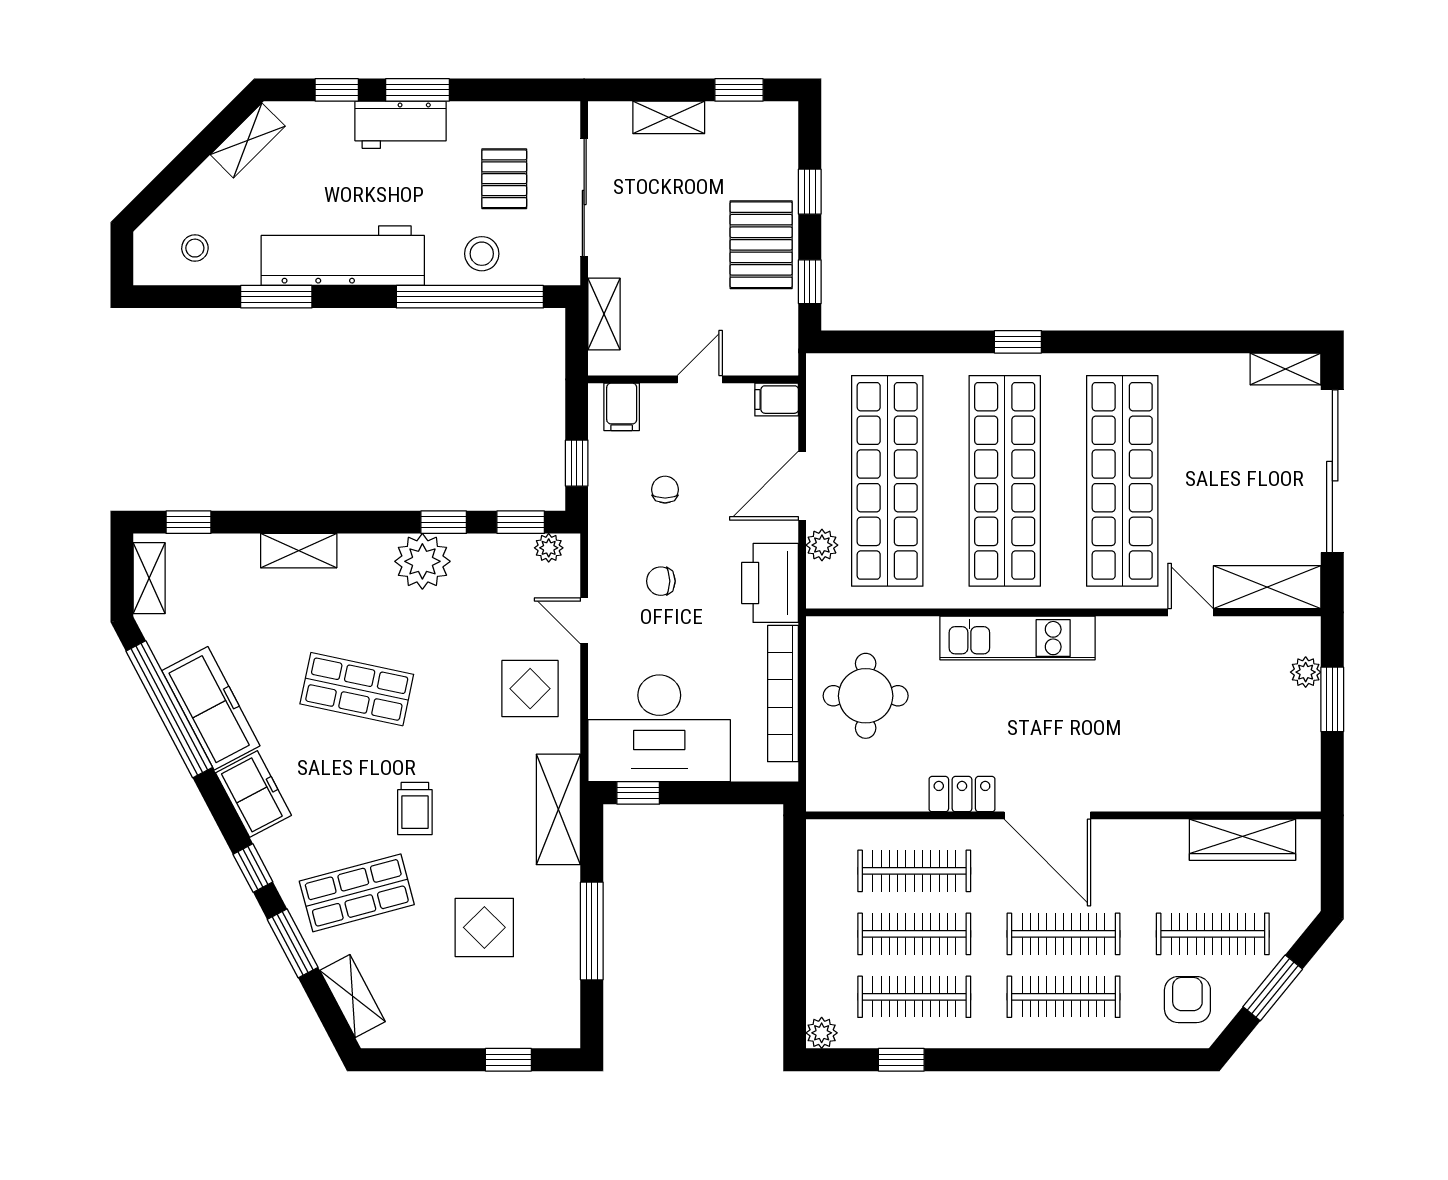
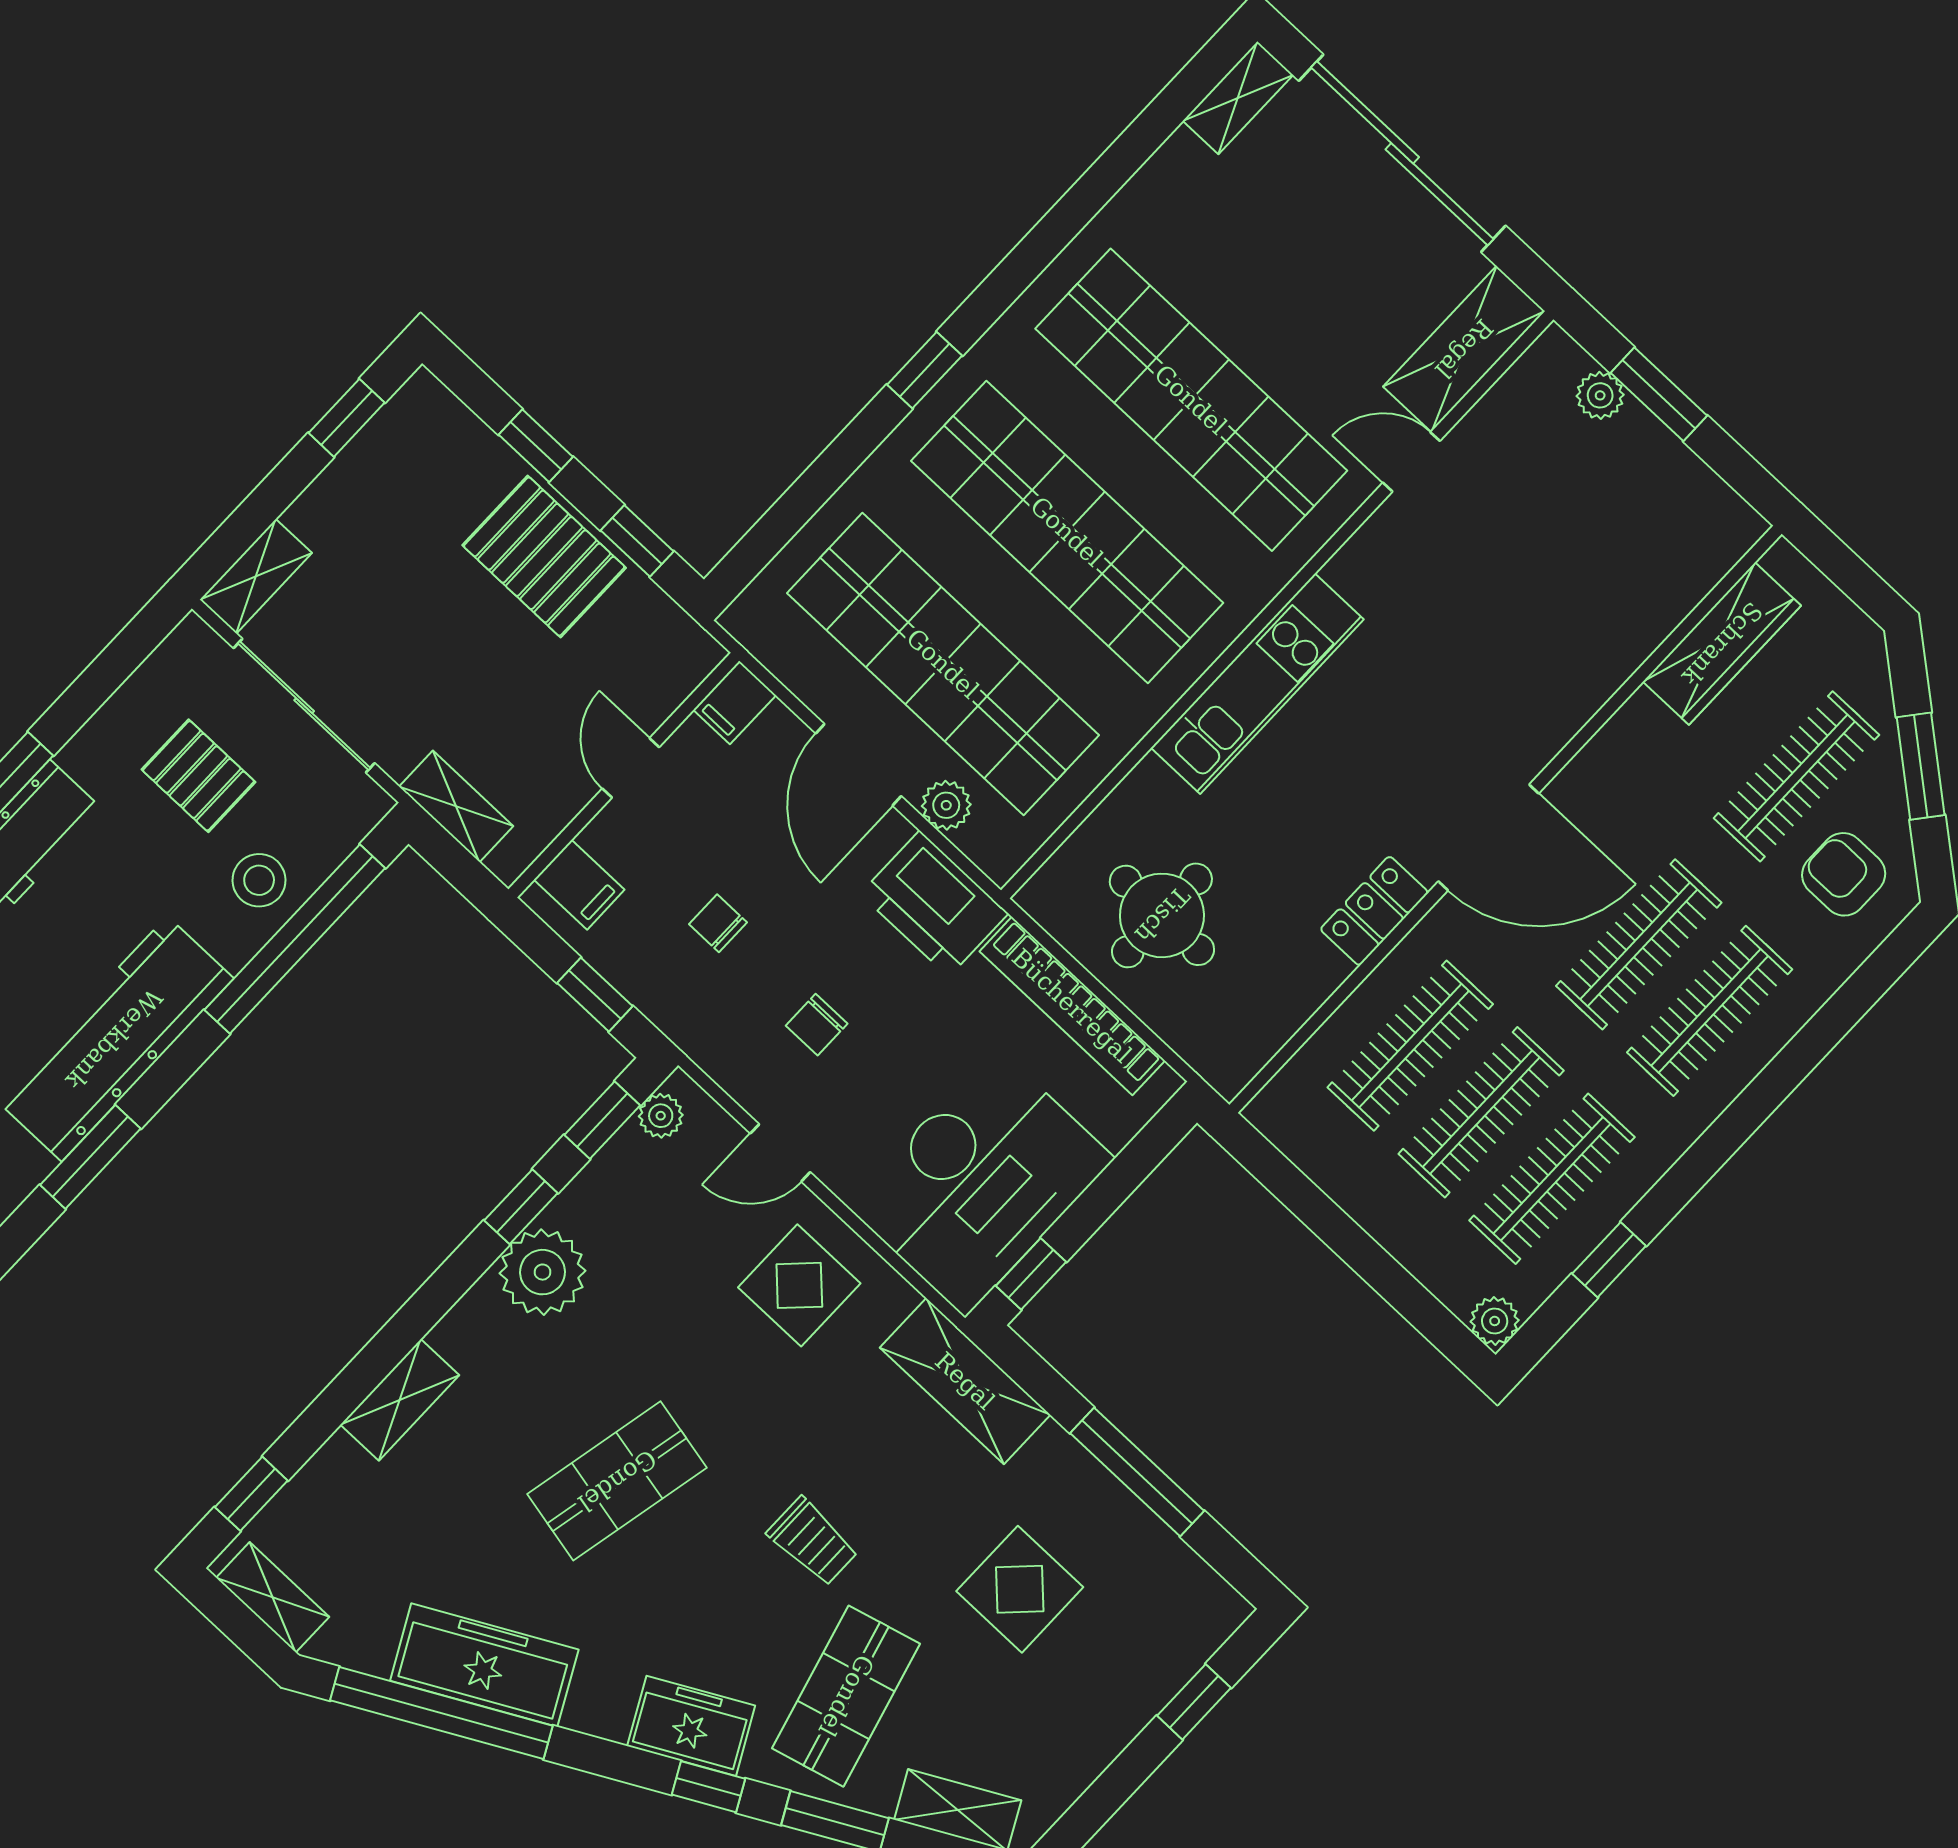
shelving: (669, 117) -> (256, 576), moved
freezer: (254, 794) -> (691, 1726), moved

